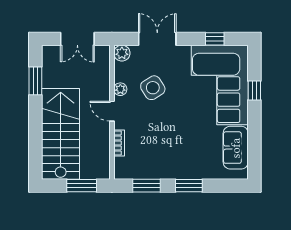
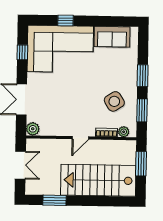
side table: (153, 88) -> (114, 101), moved
plant: (120, 89) -> (124, 132), moved

